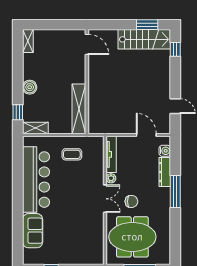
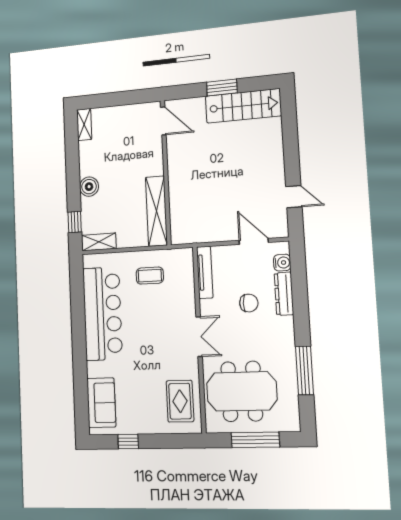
window: (147, 25) -> (222, 88), moved
window: (175, 49) -> (289, 115), removed
plant: (111, 178) -> (206, 307), removed
window: (175, 191) -> (305, 370), moved
chair: (131, 201) -> (249, 303), moved
sofa: (33, 231) -> (101, 403), moved
rug: (89, 243) -> (180, 401), added

